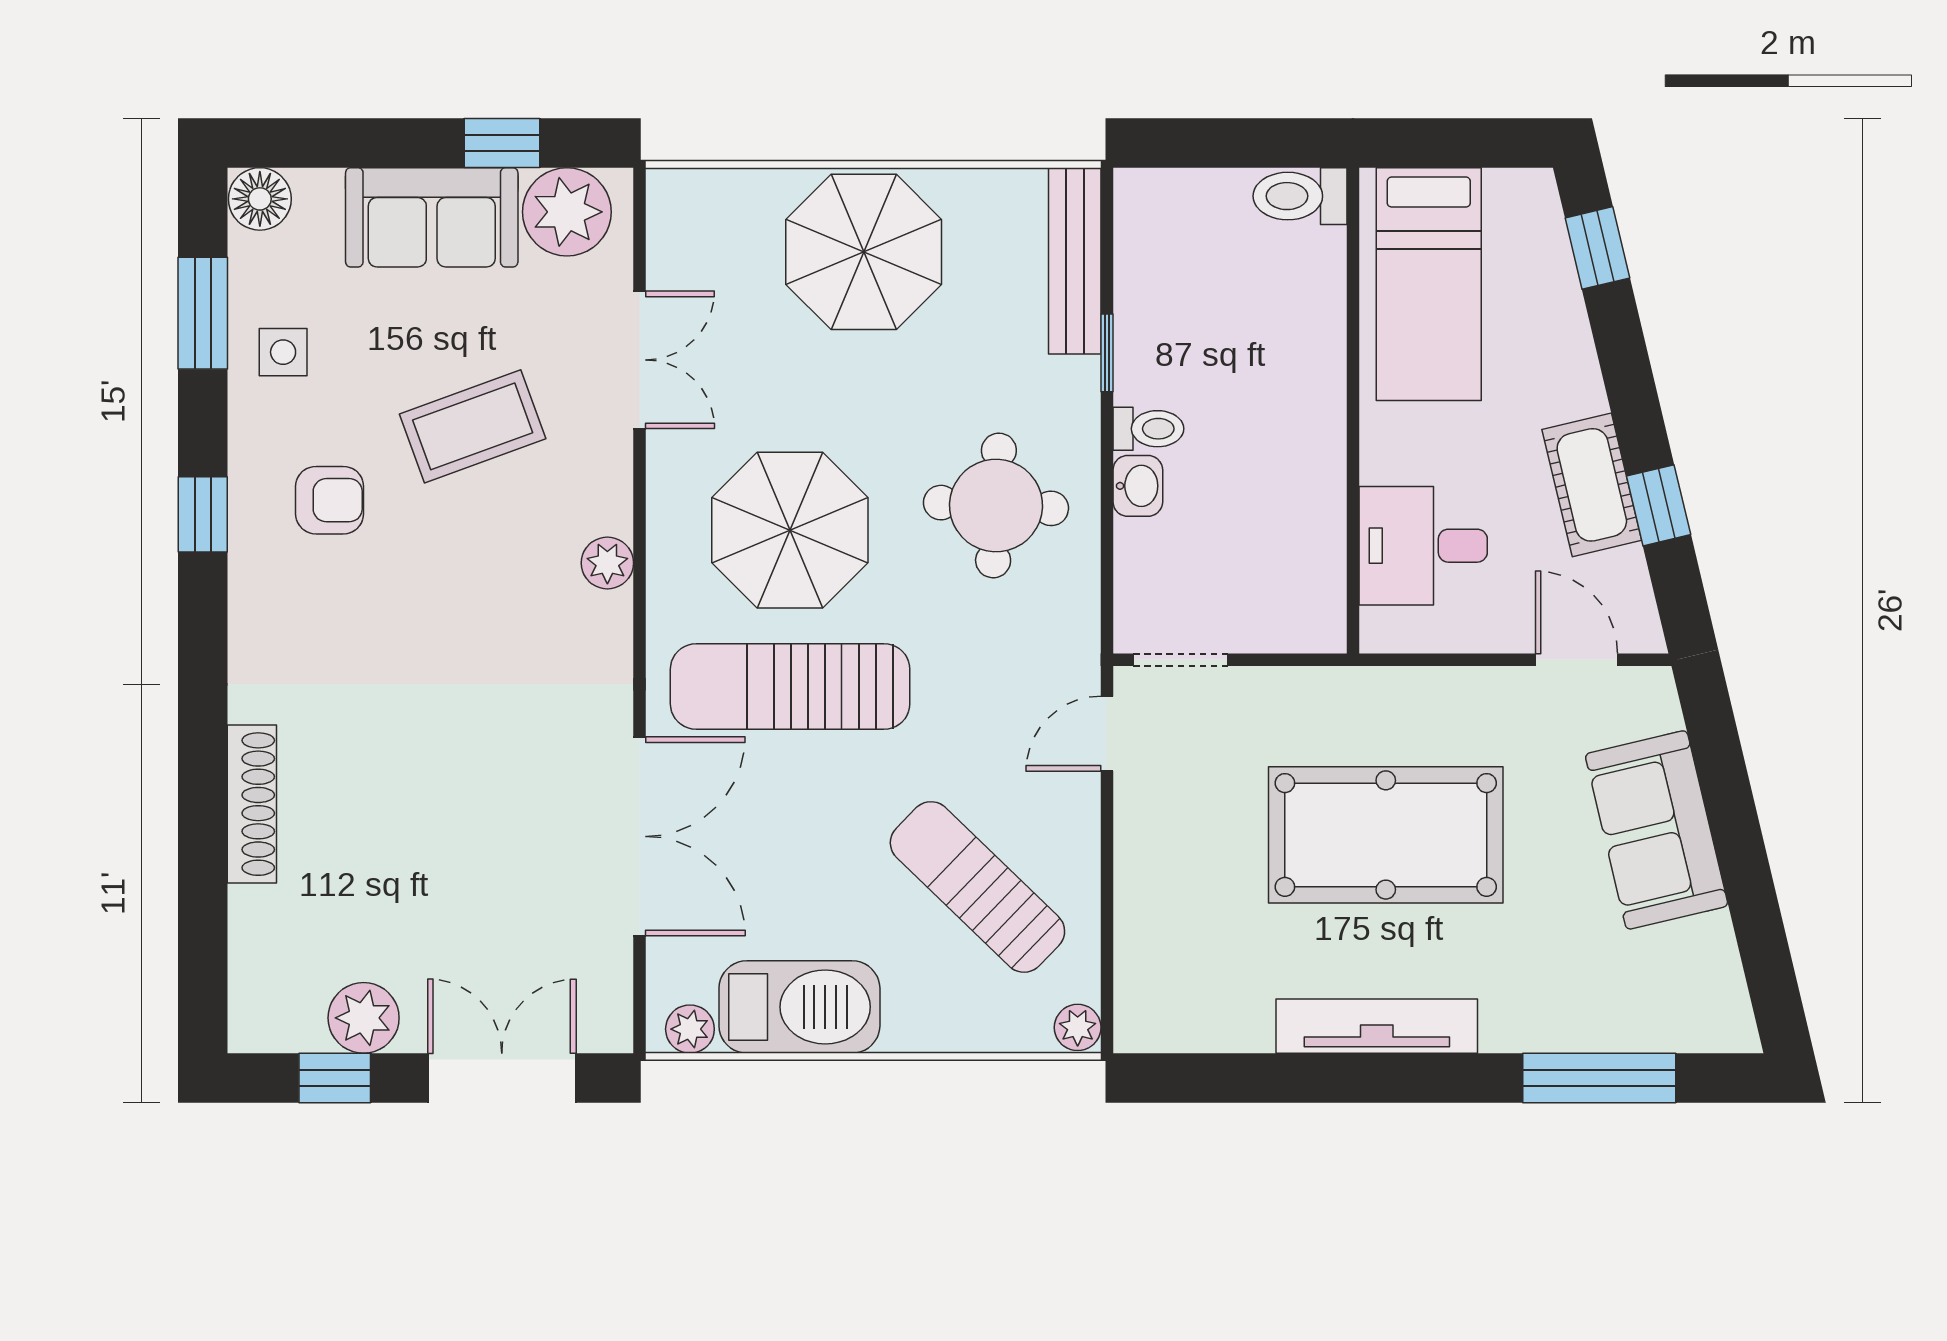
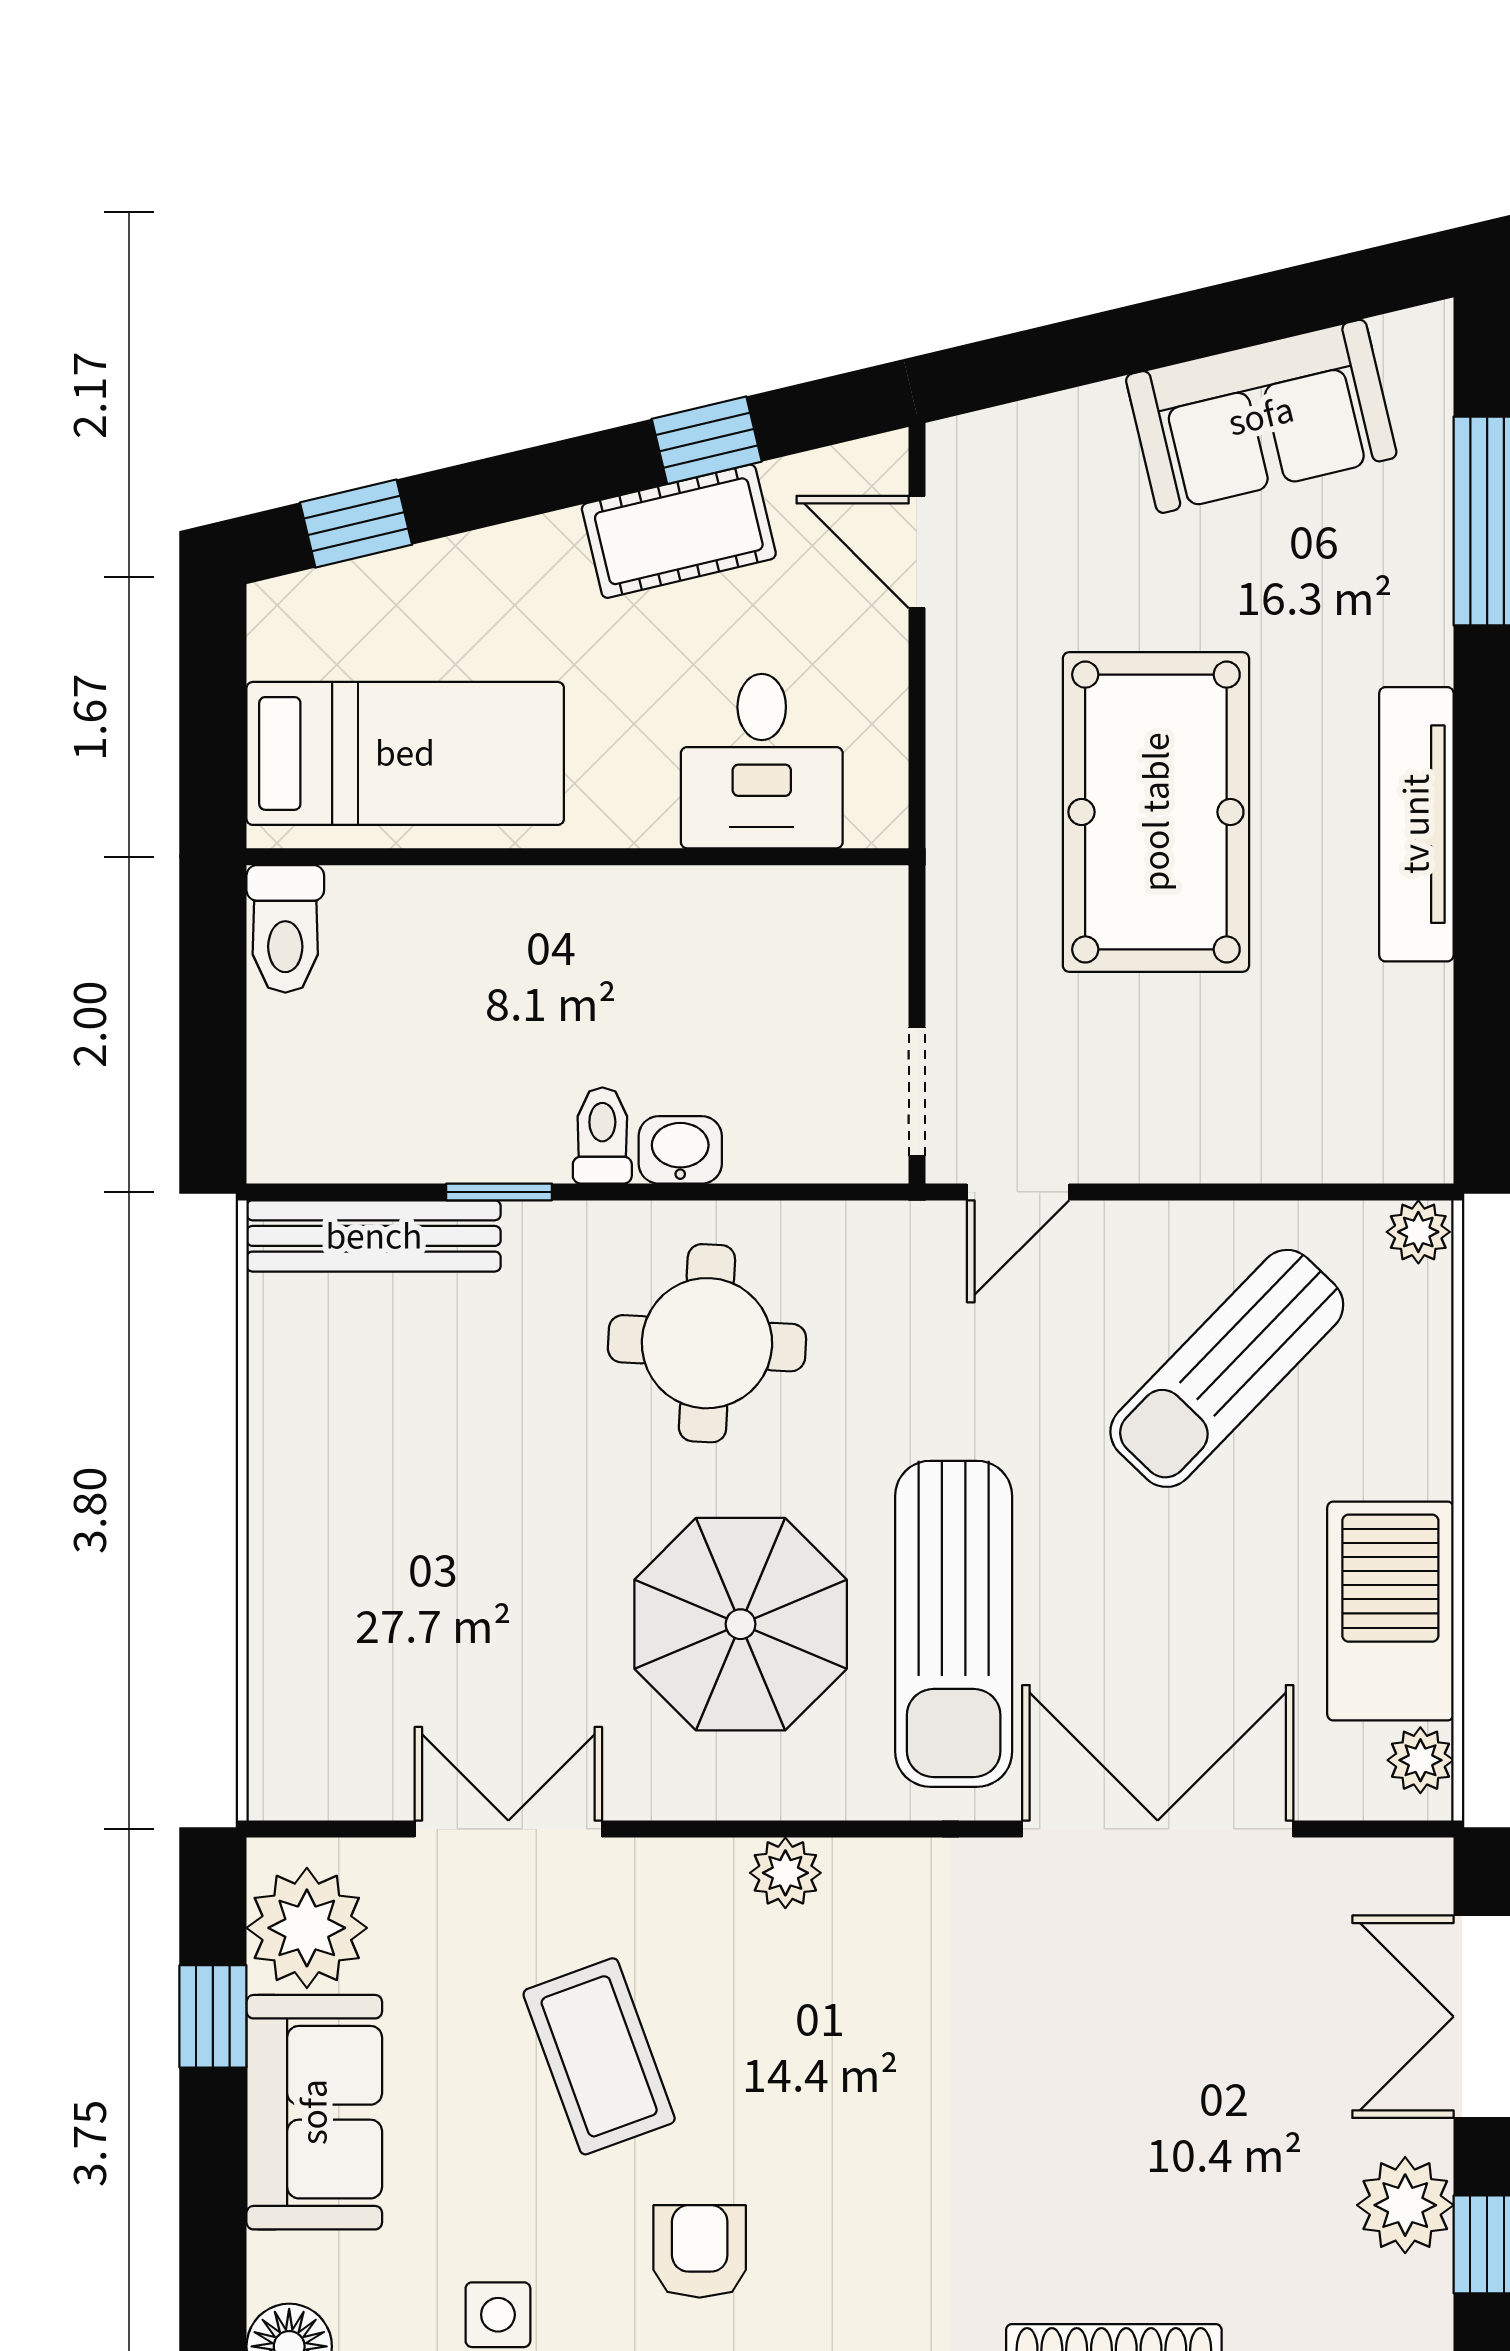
parasol: (864, 252) -> (361, 1523), removed
door: (1577, 660) -> (917, 552), hinge flipped
door: (1107, 734) -> (1018, 1192), hinge flipped
sofa: (1657, 830) -> (1261, 416), moved

